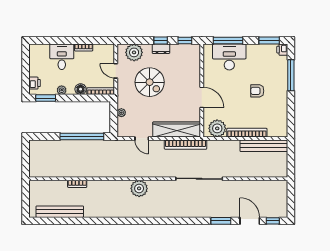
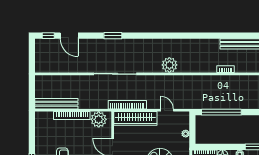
window: (221, 221) -> (113, 36), moved

